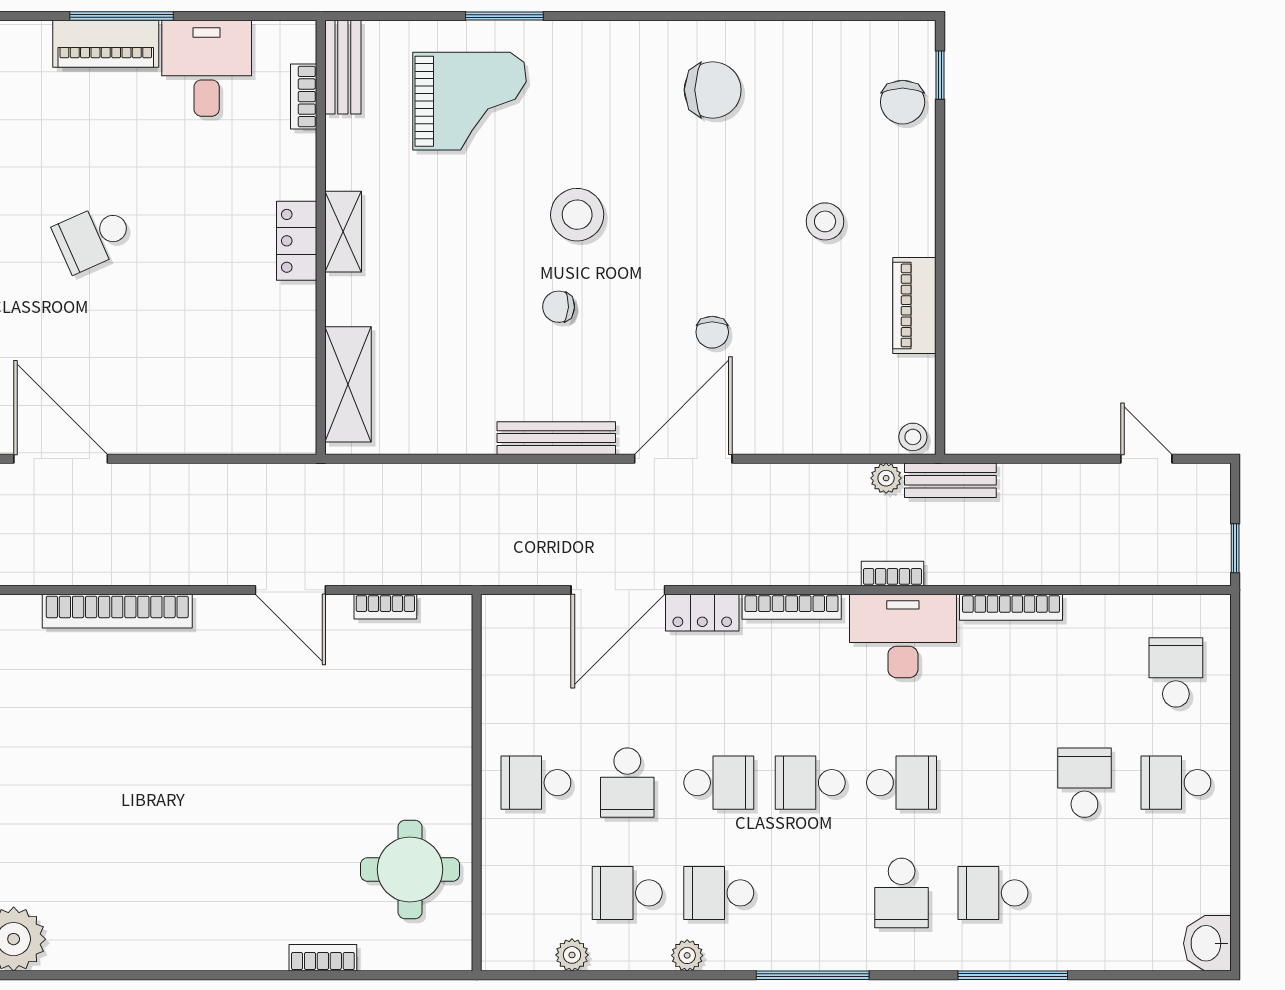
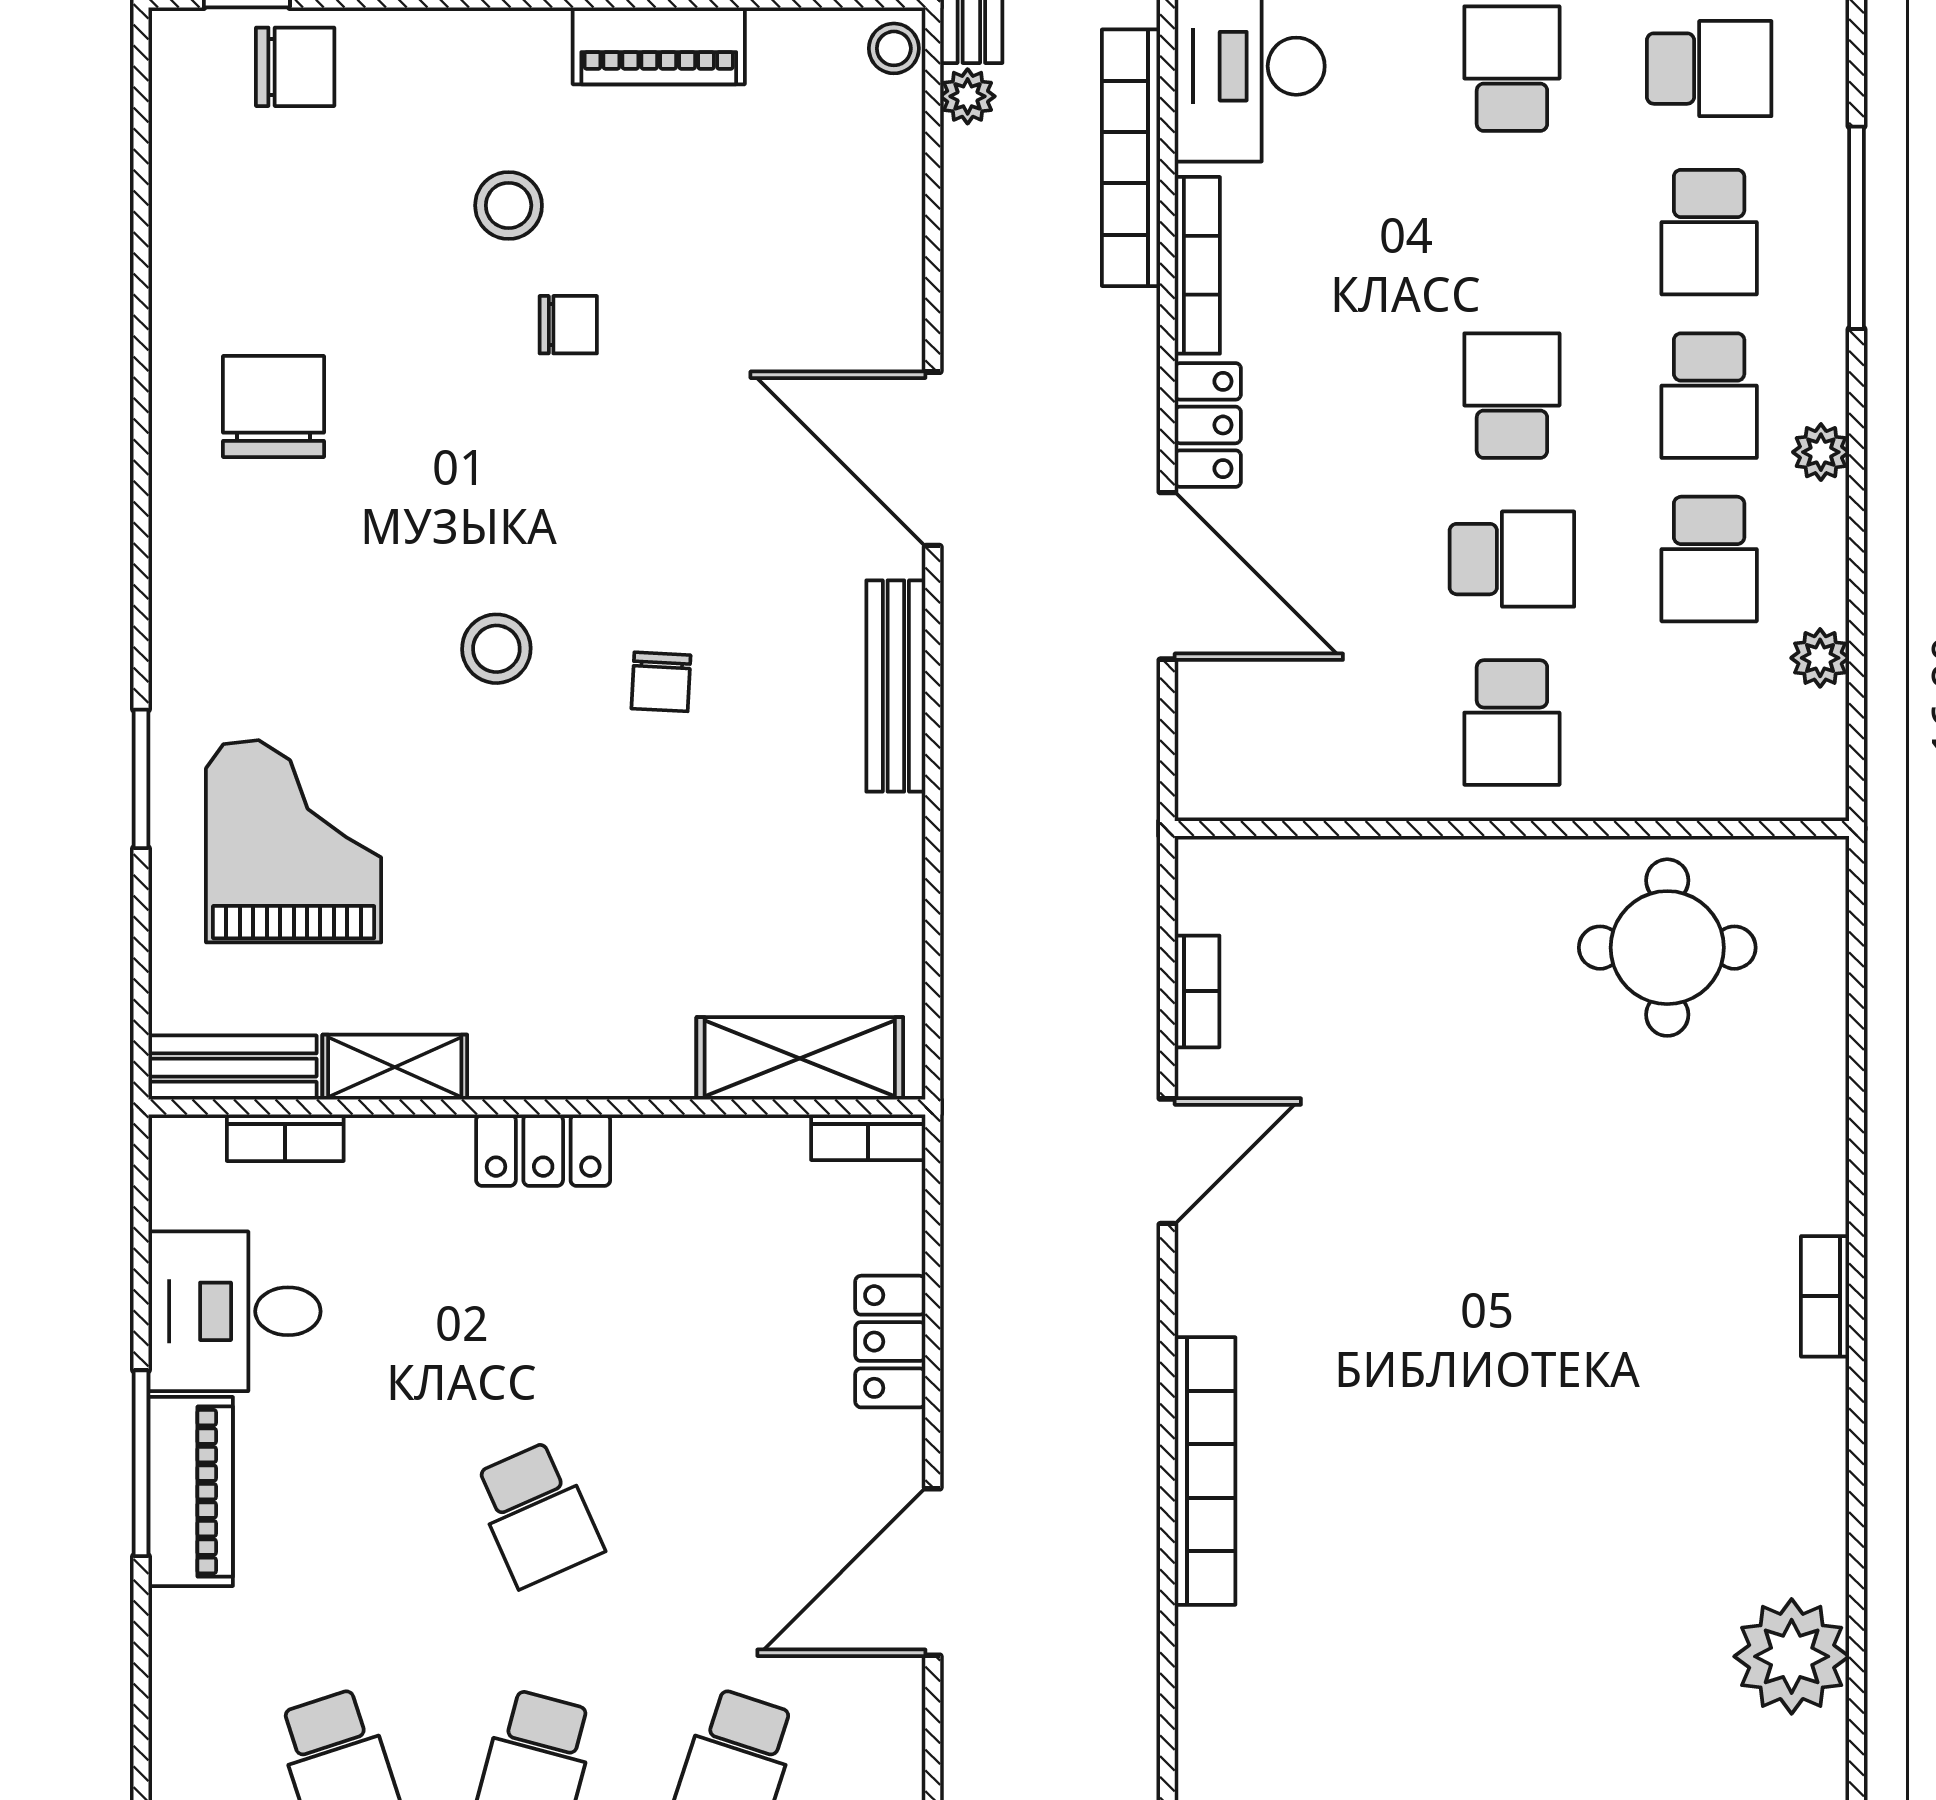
stool: (577, 215) -> (496, 649), width x0.73, depth x0.73
shelving: (343, 232) -> (395, 1067), moved
chair: (712, 332) -> (568, 325), moved
bookcase: (304, 423) -> (868, 1137), added
locker: (190, 435) -> (890, 1342), added
bookcase: (892, 573) -> (1131, 158), width x2.31, depth x1.31
school desk: (810, 783) -> (1709, 232), moved
bookcase: (323, 958) -> (1825, 1296), moved

